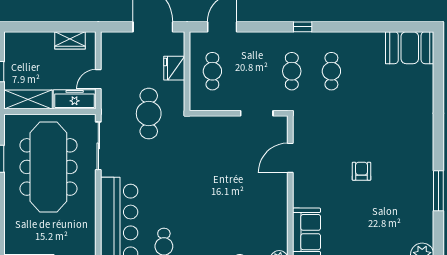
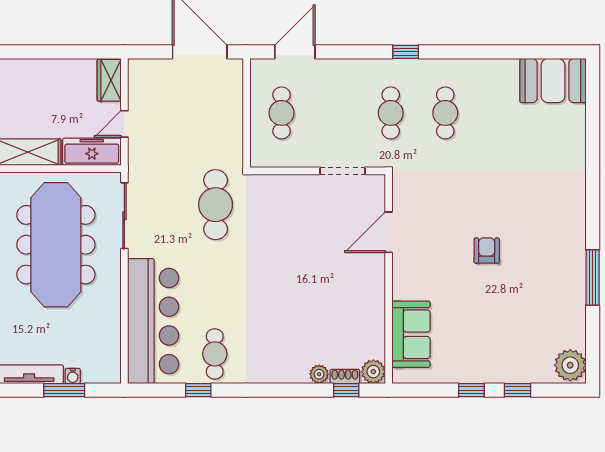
wardrobe: (70, 40) -> (109, 80), moved, turned 90
fridge: (174, 68) -> (229, 109), removed
cafe table: (149, 114) -> (216, 205), moved

